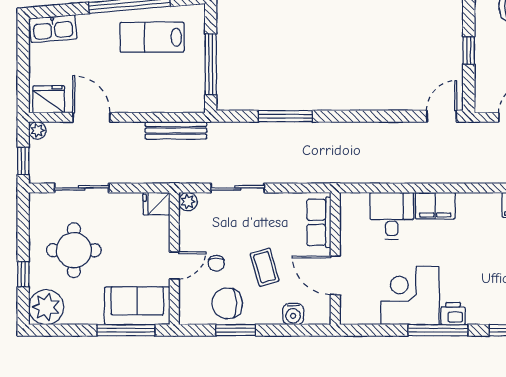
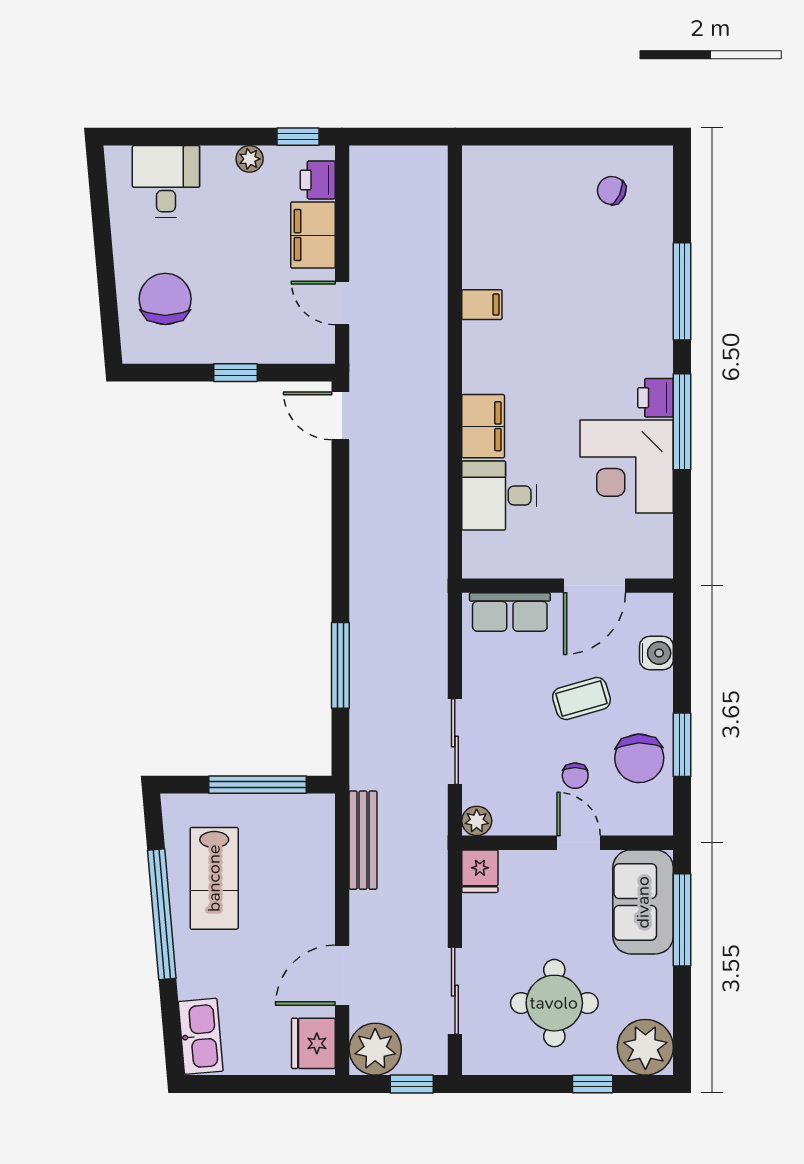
plant: (37, 130) -> (375, 1049), width x1.88, depth x1.88
chair: (216, 263) -> (575, 776), turned 90

